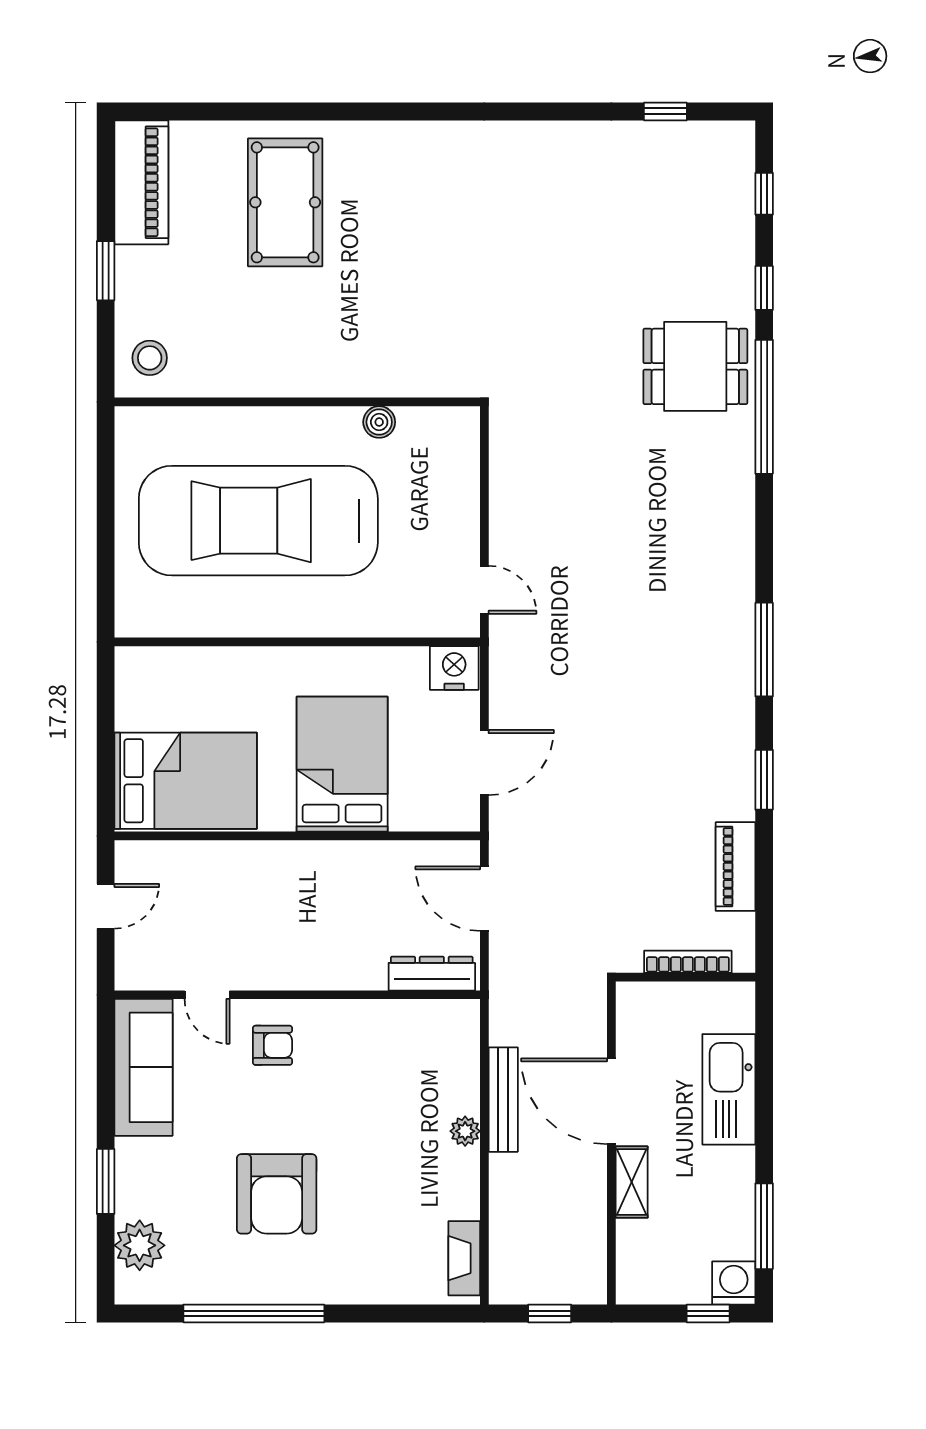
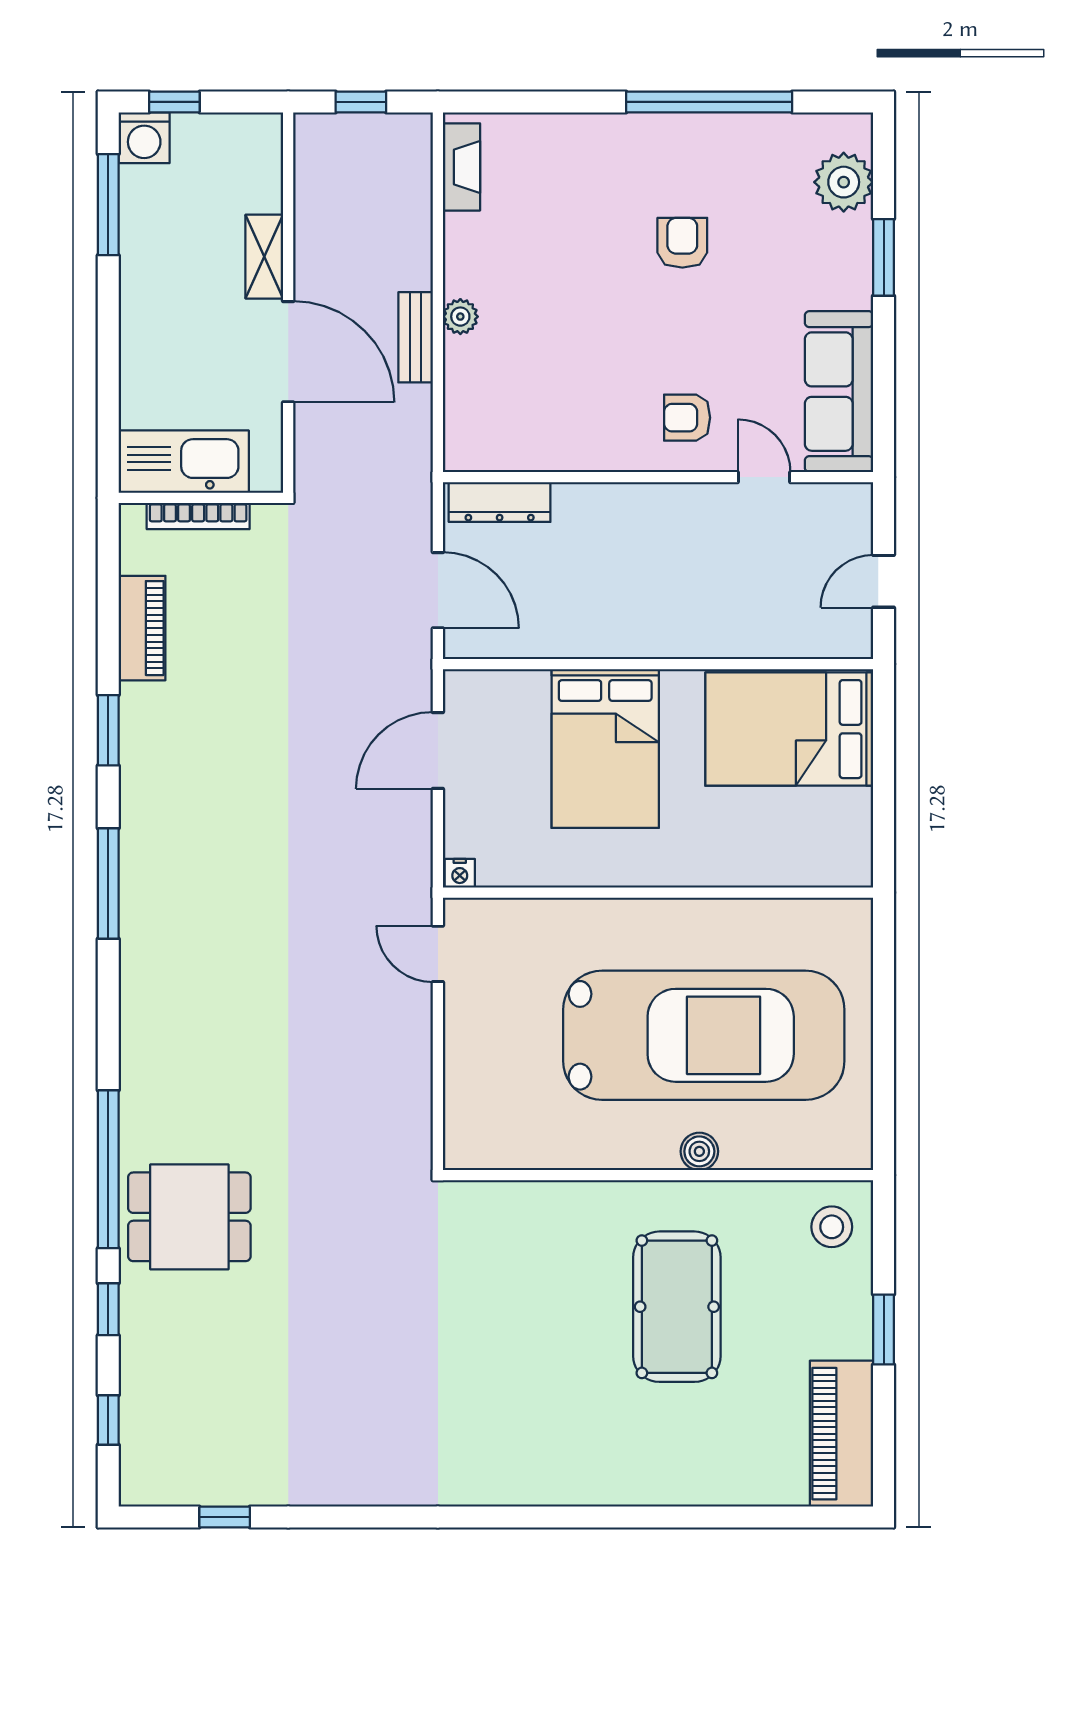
pool table: (285, 202) -> (677, 1307), moved
boiler: (379, 422) -> (699, 1151), moved
nightstand: (454, 668) -> (460, 873), width x0.53, depth x0.56
kitchen sink: (729, 1089) -> (184, 462), moved, turned -90
bench: (503, 1100) -> (416, 337), width x0.73
armchair: (277, 1194) -> (682, 243), width x0.53, depth x0.53

